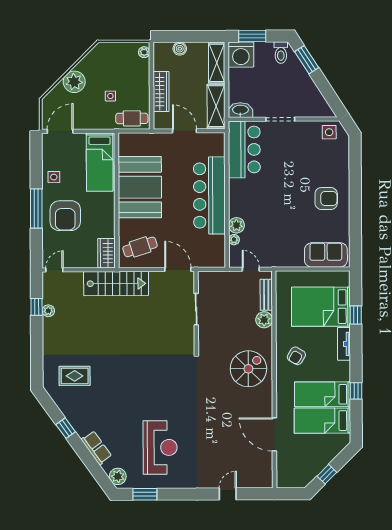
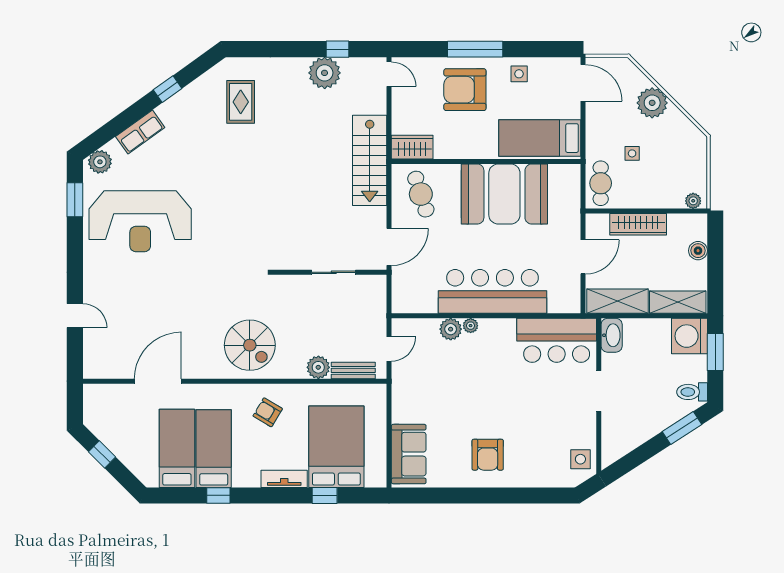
plant: (234, 240) -> (471, 326), moved
plant: (48, 311) -> (325, 73), width x1.87, depth x1.87
reception desk: (160, 447) -> (140, 221), width x1.36, depth x1.30

